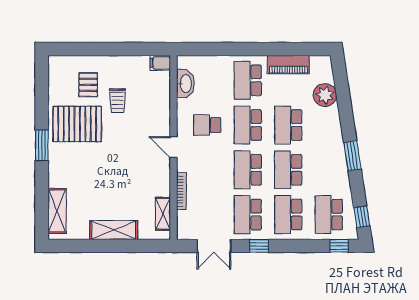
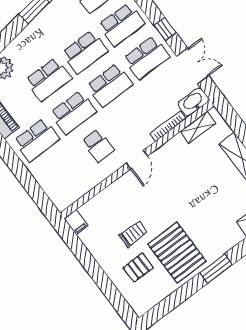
washbasin: (185, 84) -> (193, 102), moved

